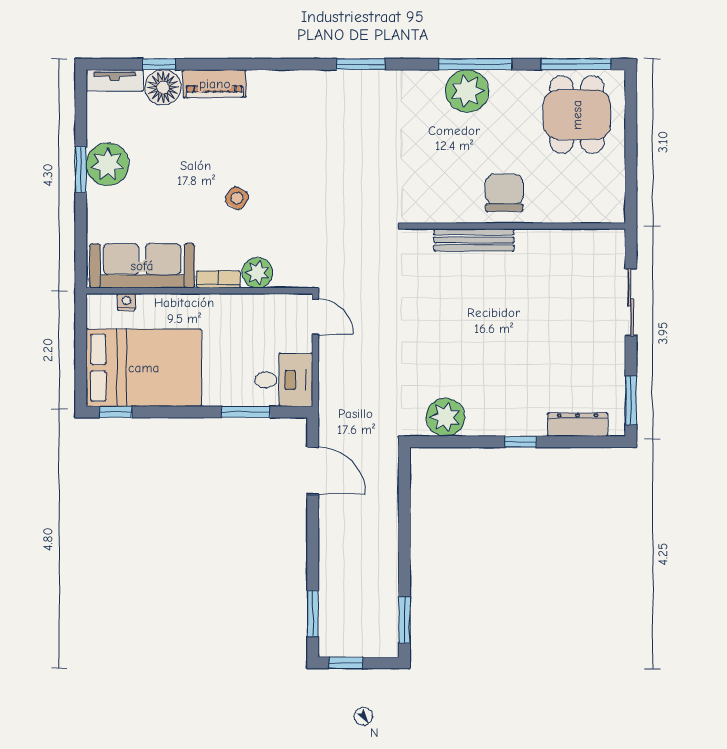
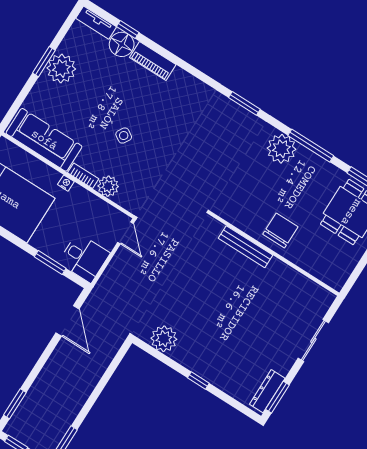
plant: (467, 91) -> (281, 149), moved
nightstand: (126, 302) -> (66, 183), moved
dresser: (578, 425) -> (267, 391), moved, turned -90

